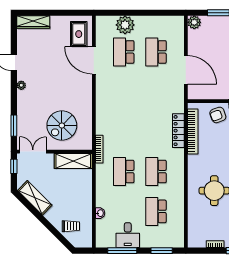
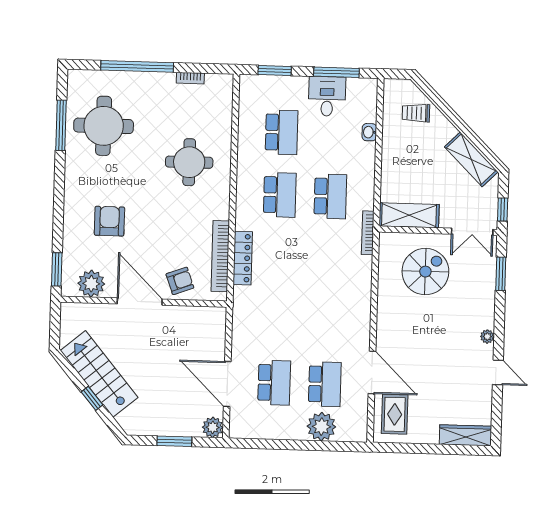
door: (186, 70) -> (227, 384), moved

